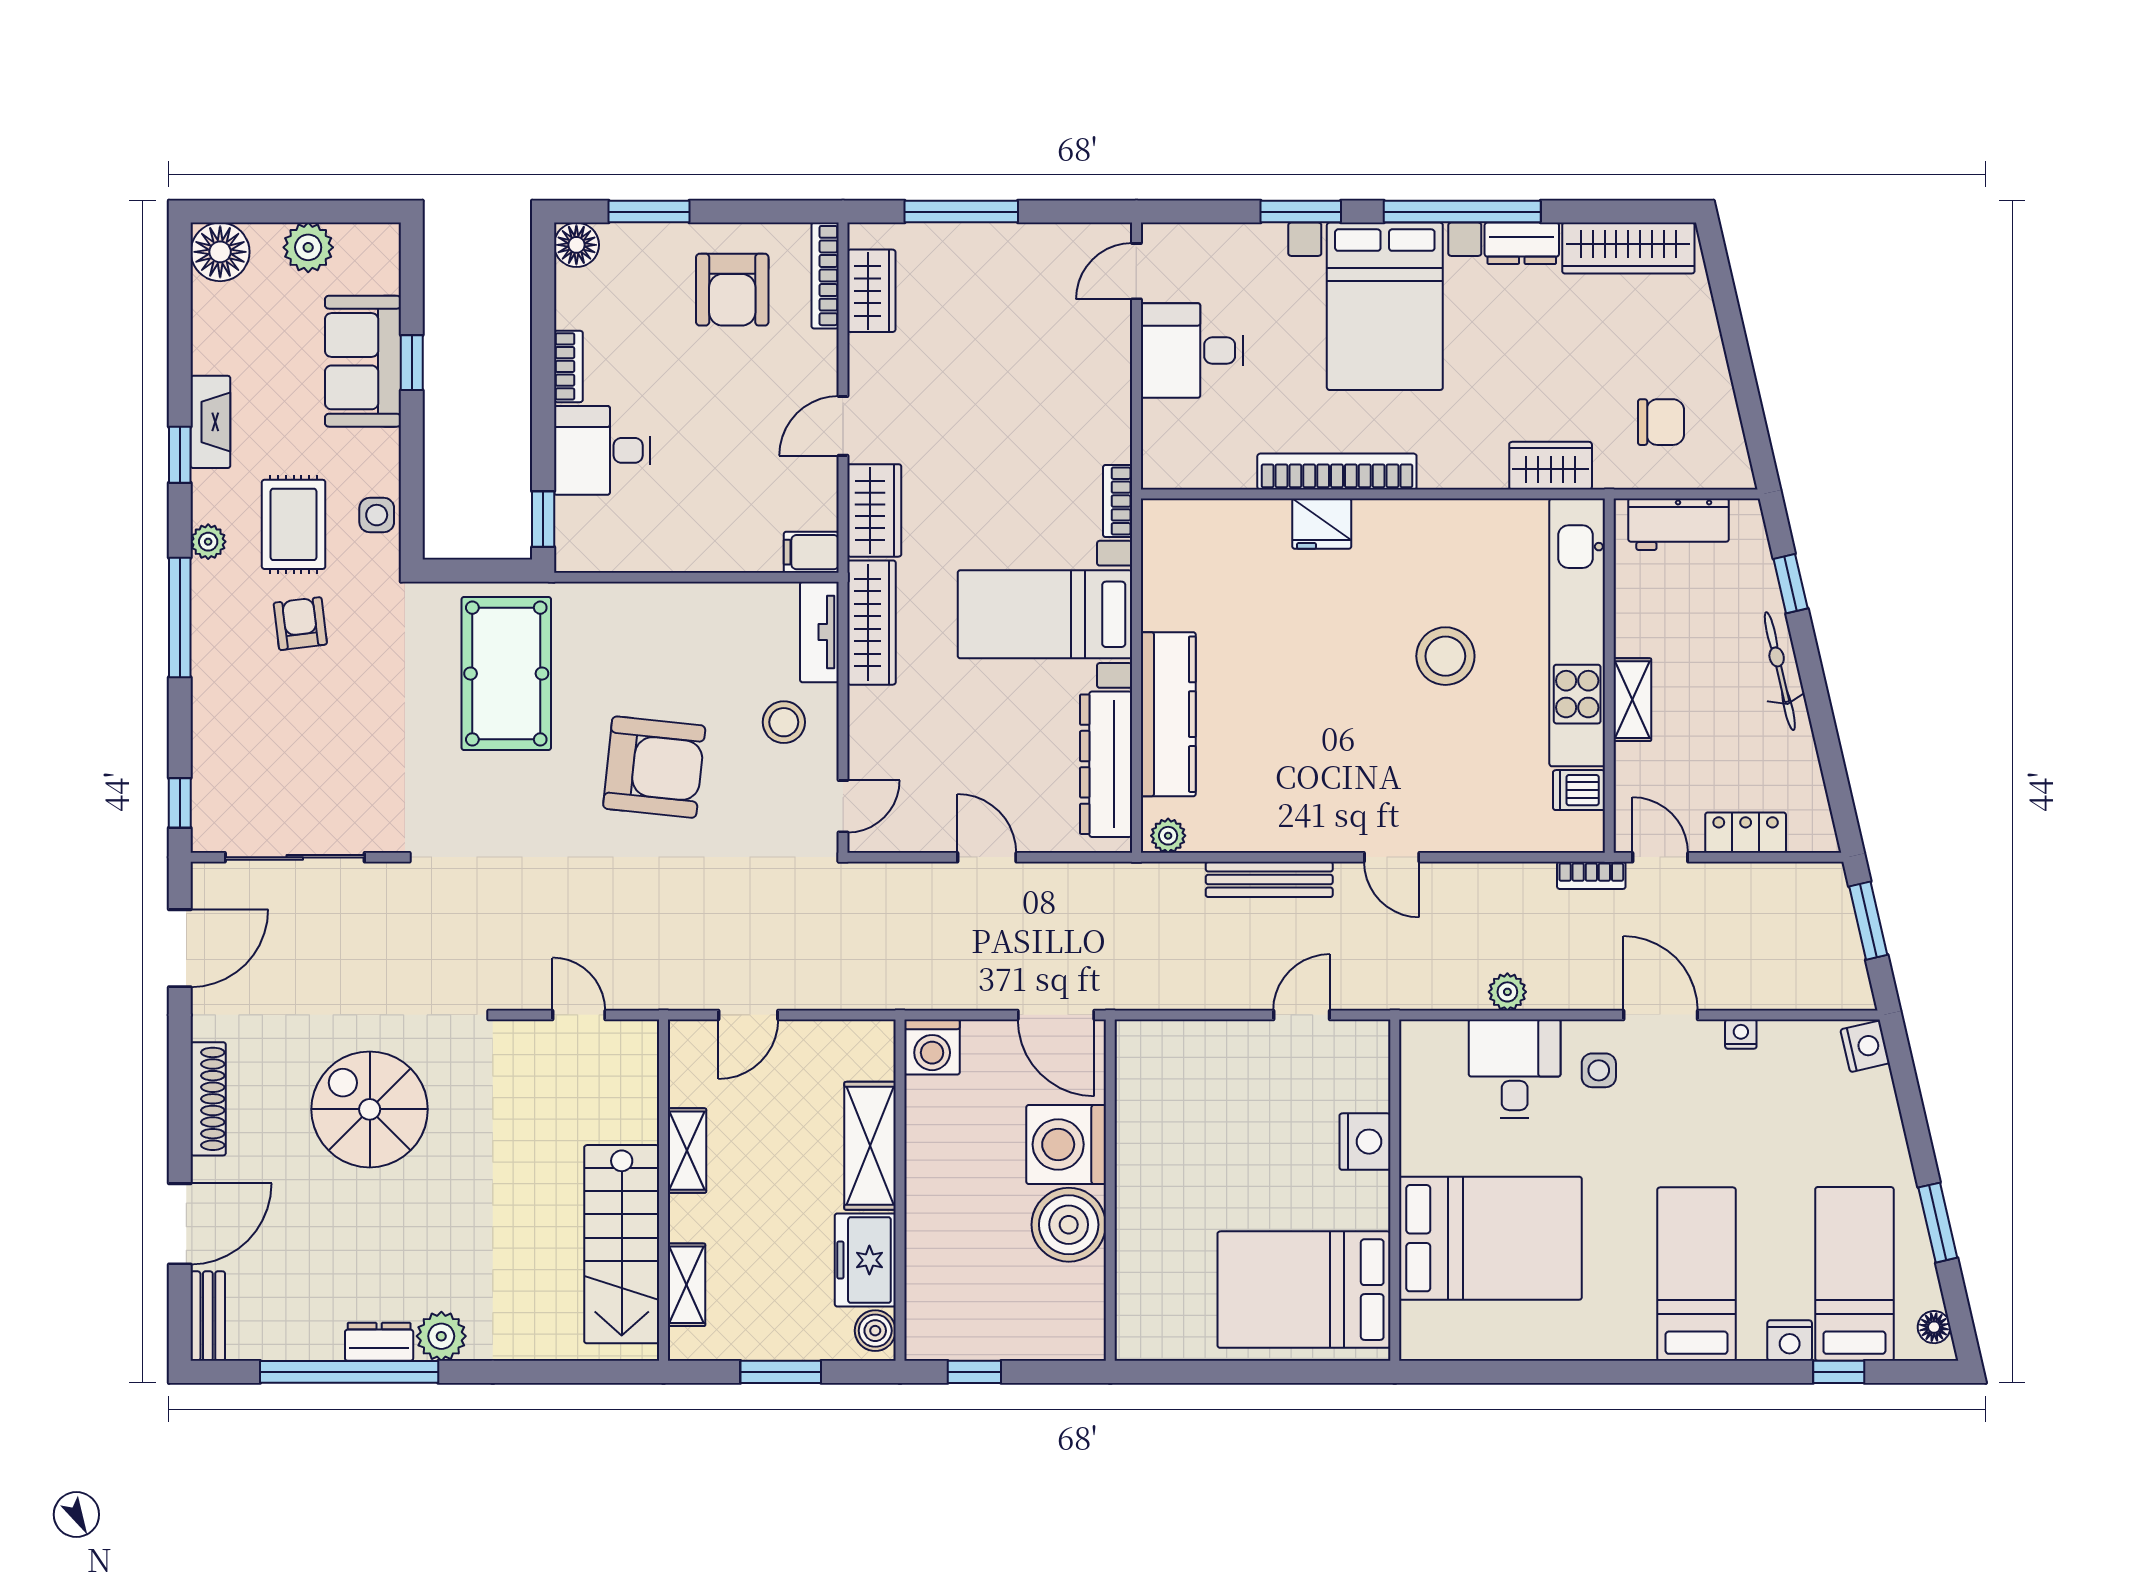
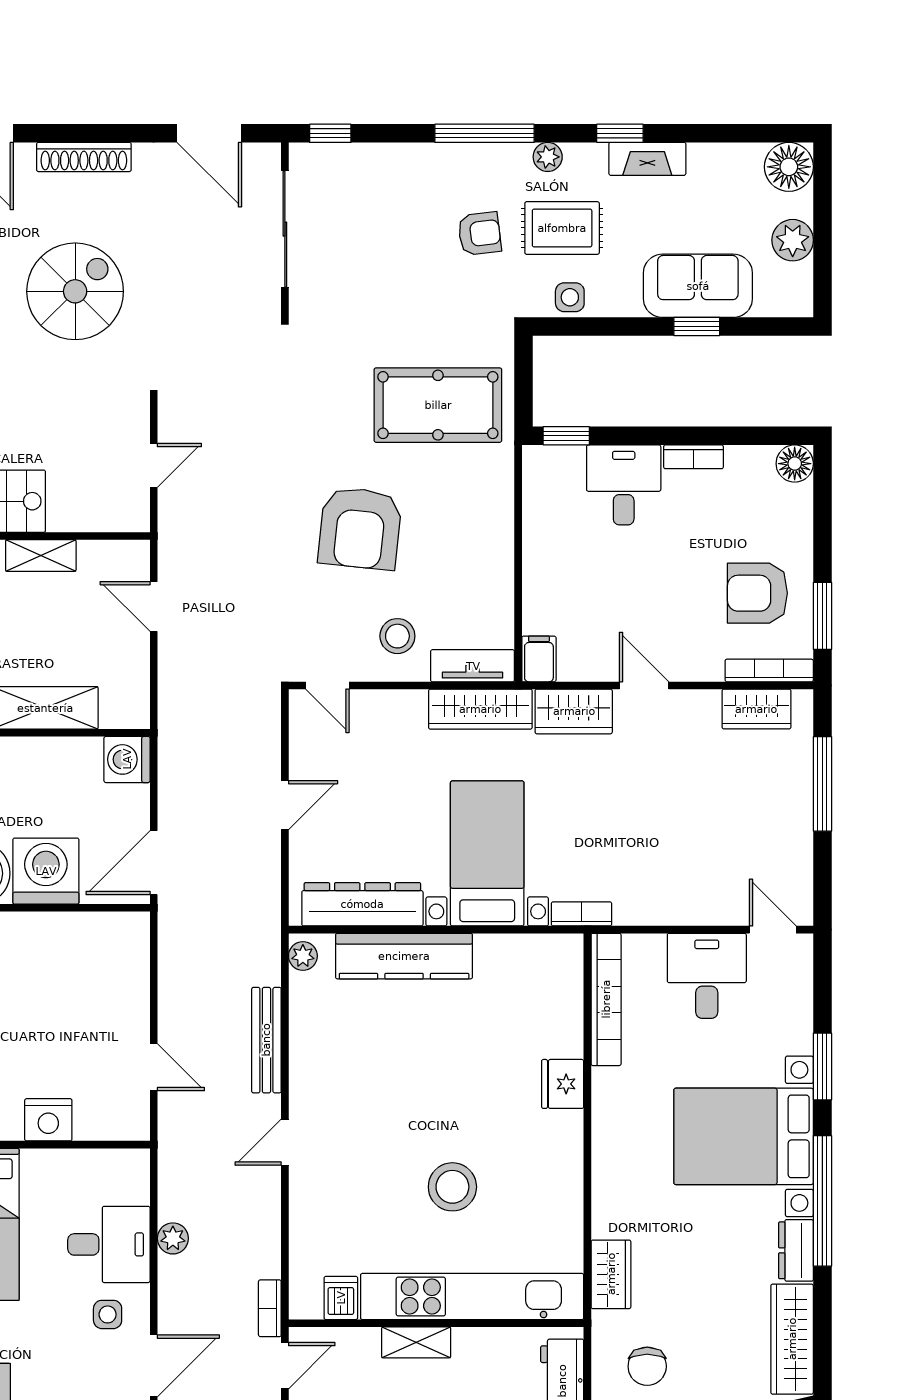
window: (649, 212) -> (822, 616), moved
bookcase: (1337, 472) -> (606, 999), moved

